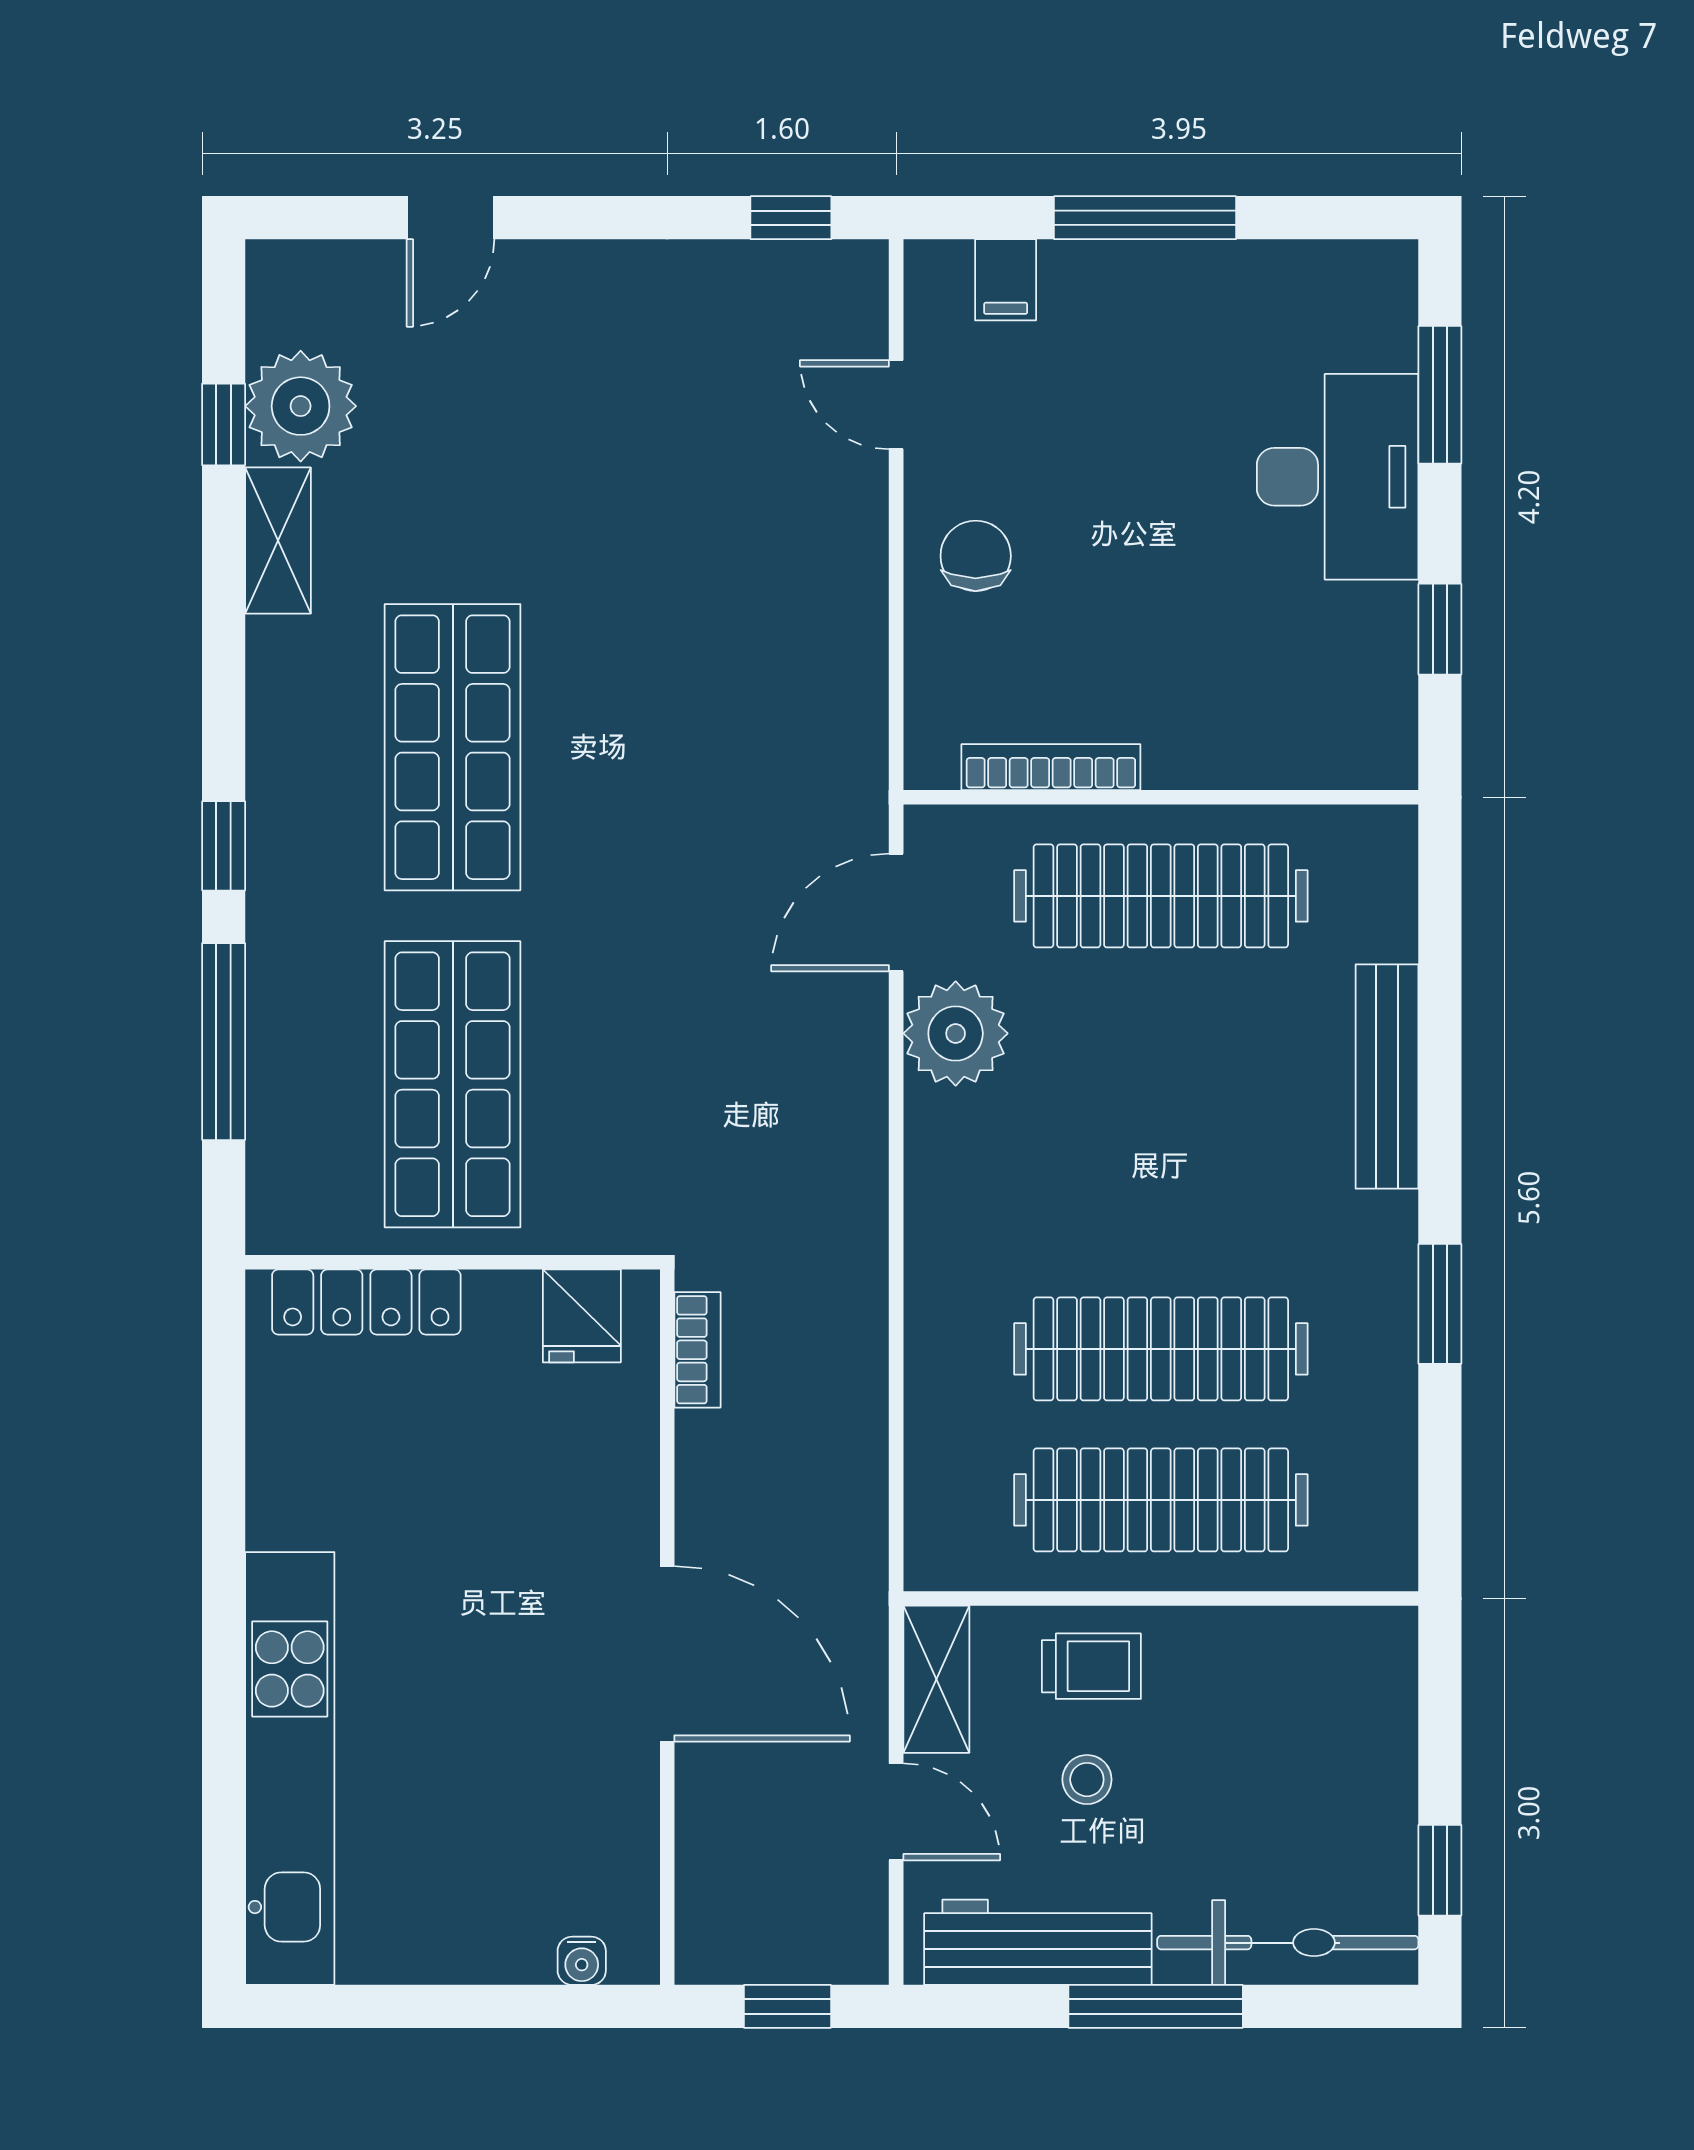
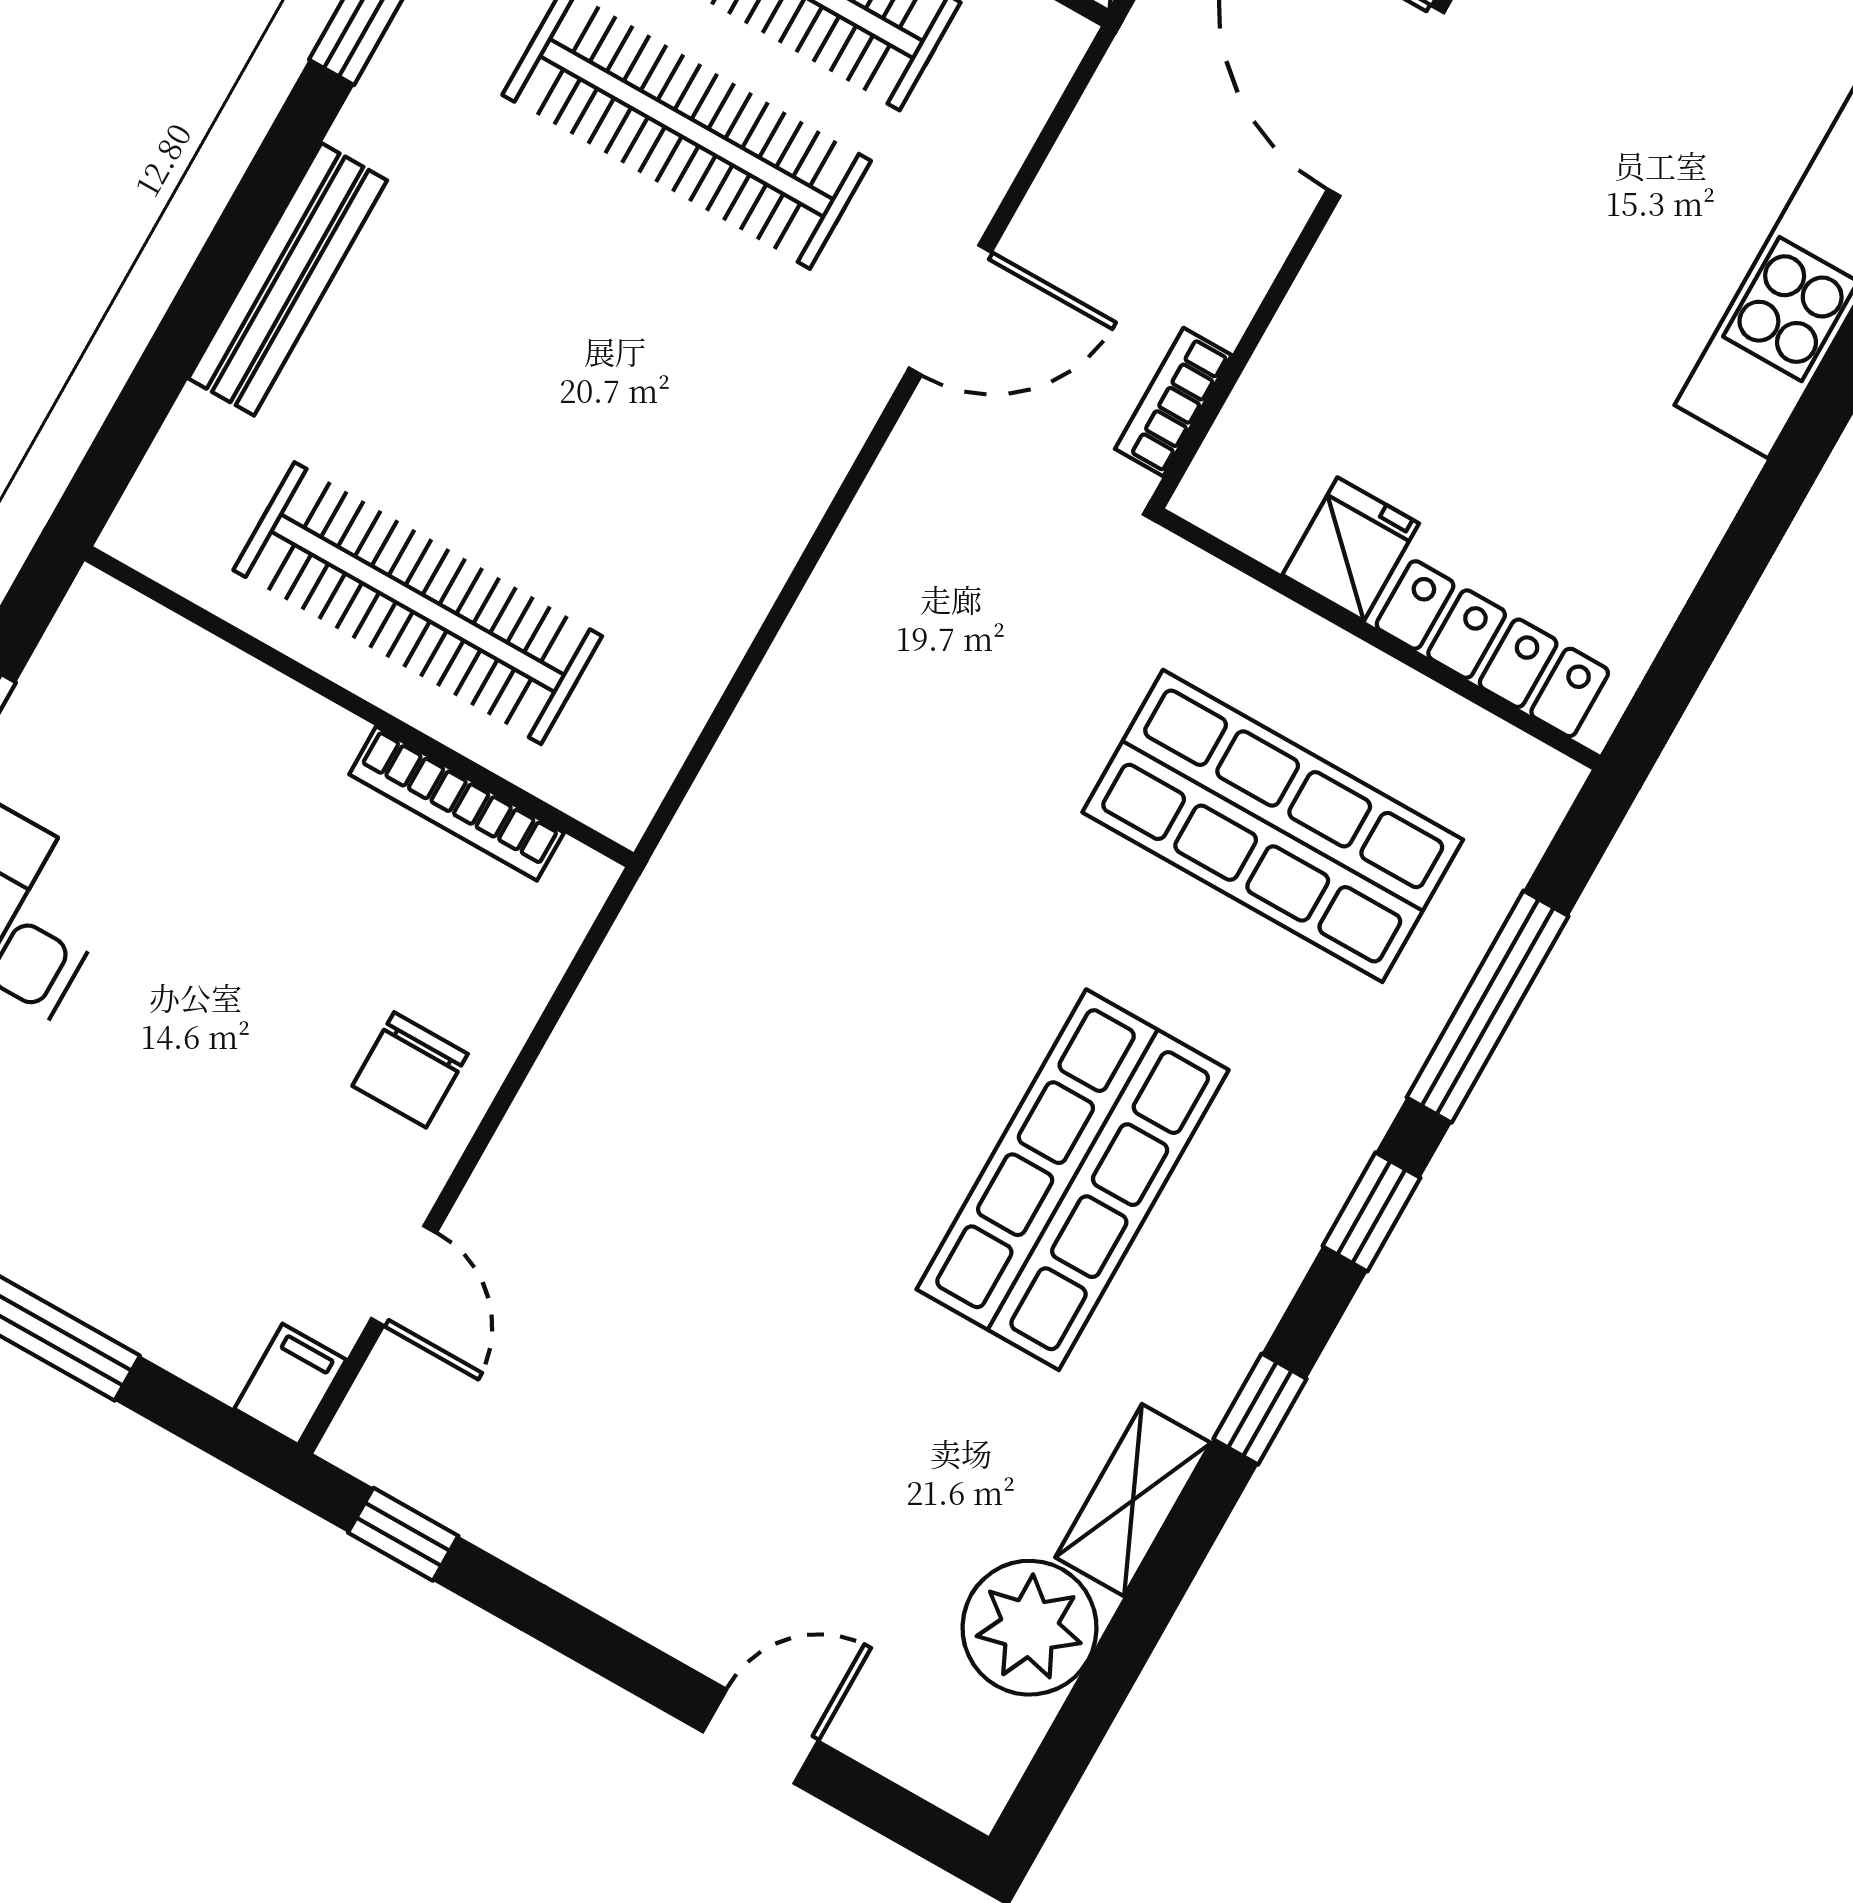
filing cabinet: (1006, 280) -> (290, 1384), moved
window: (224, 424) -> (1260, 1409), moved
door: (896, 913) -> (950, 310), moved
plant: (956, 1033) -> (715, 581), removed
shop shelf: (453, 1084) -> (1273, 826), turned 90
fridge: (582, 1316) -> (1351, 549), moved

